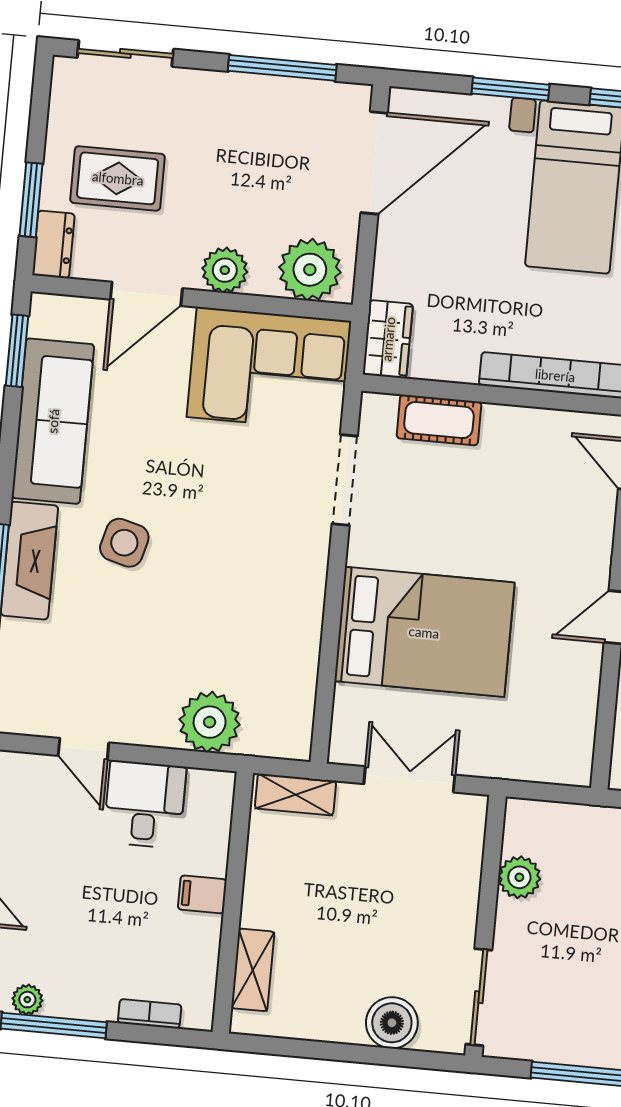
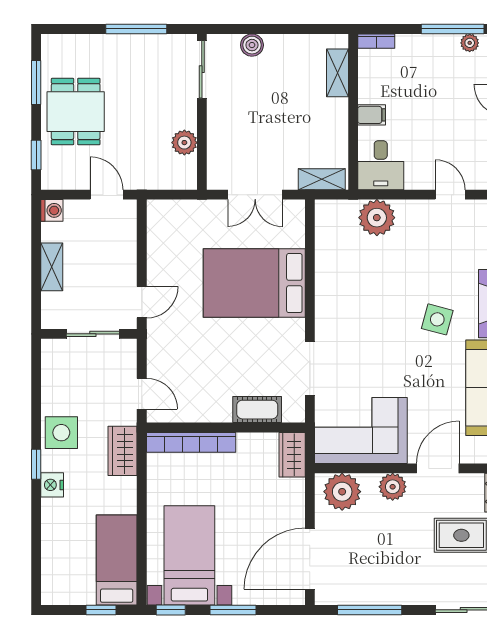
desk: (145, 804) -> (381, 165), moved
bookcase: (150, 1014) -> (376, 41), moved
boiler: (392, 1023) -> (252, 45), width x0.73, depth x0.73

